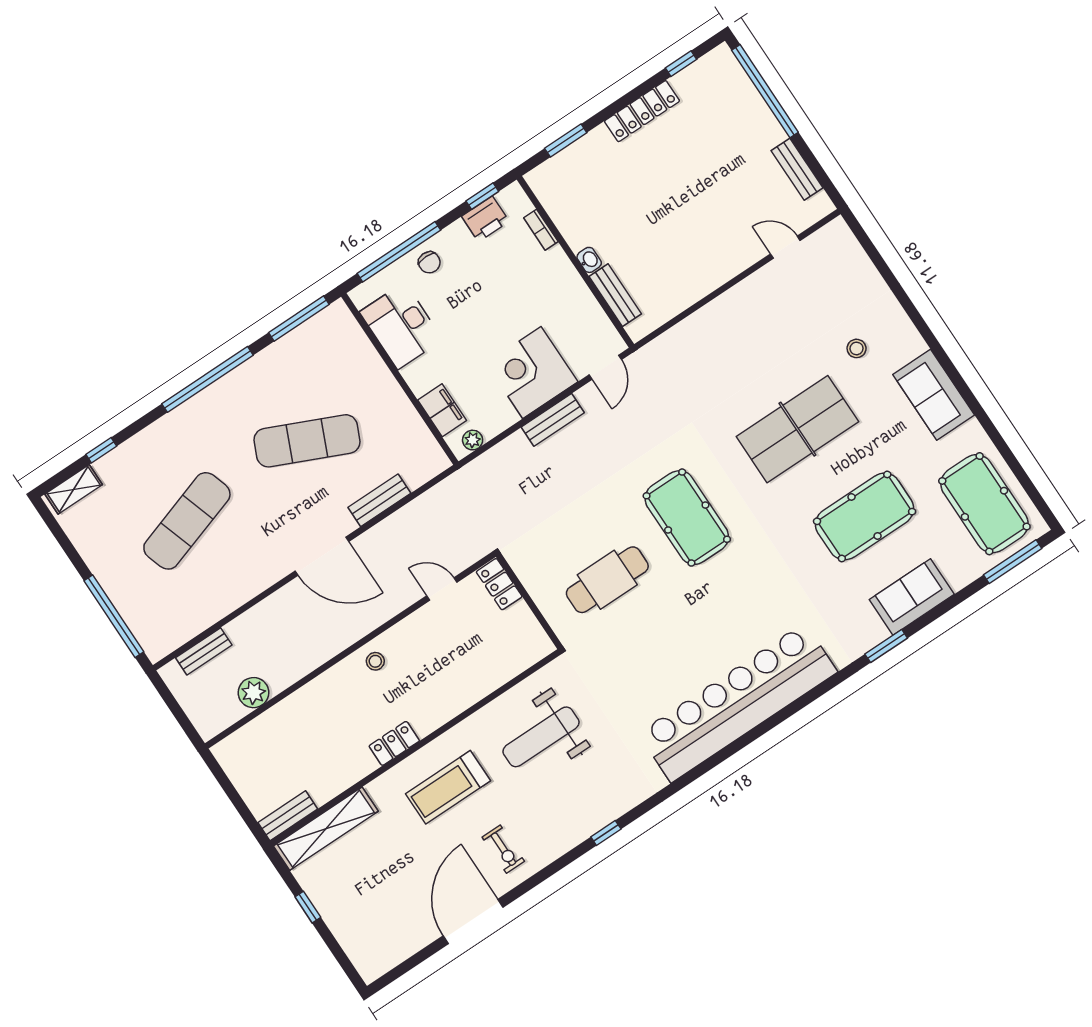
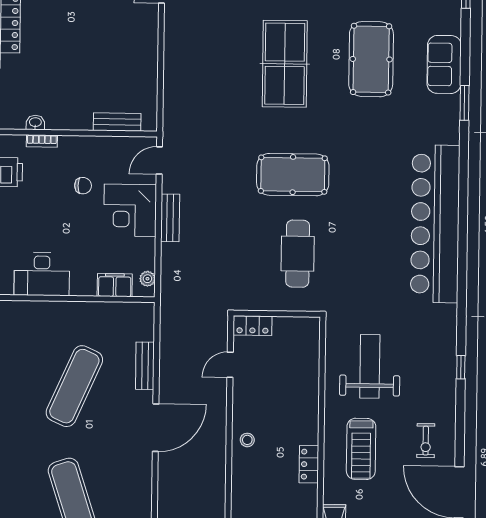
washbasin: (589, 260) -> (35, 123), moved
chair: (429, 262) -> (83, 186), moved
door: (605, 367) -> (159, 160), swing flipped
weight bench: (541, 737) -> (370, 366), turned 180
exercise bike: (503, 849) -> (426, 441), turned 90

